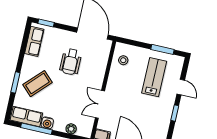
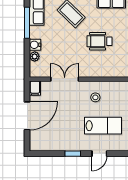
stool: (123, 60) -> (95, 97), moved
water cooler: (47, 123) -> (35, 45), moved

